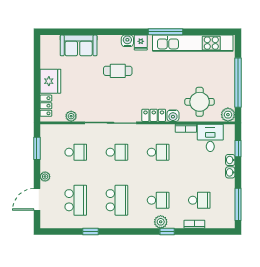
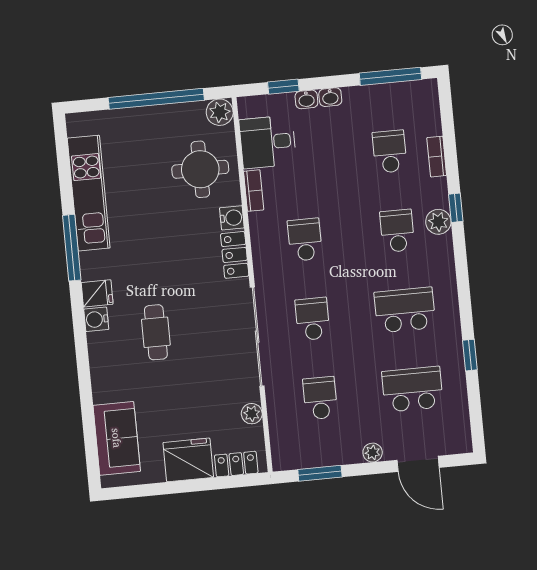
kitchen unit: (193, 43) -> (89, 193), width x0.73
sofa: (79, 45) -> (117, 438), moved

